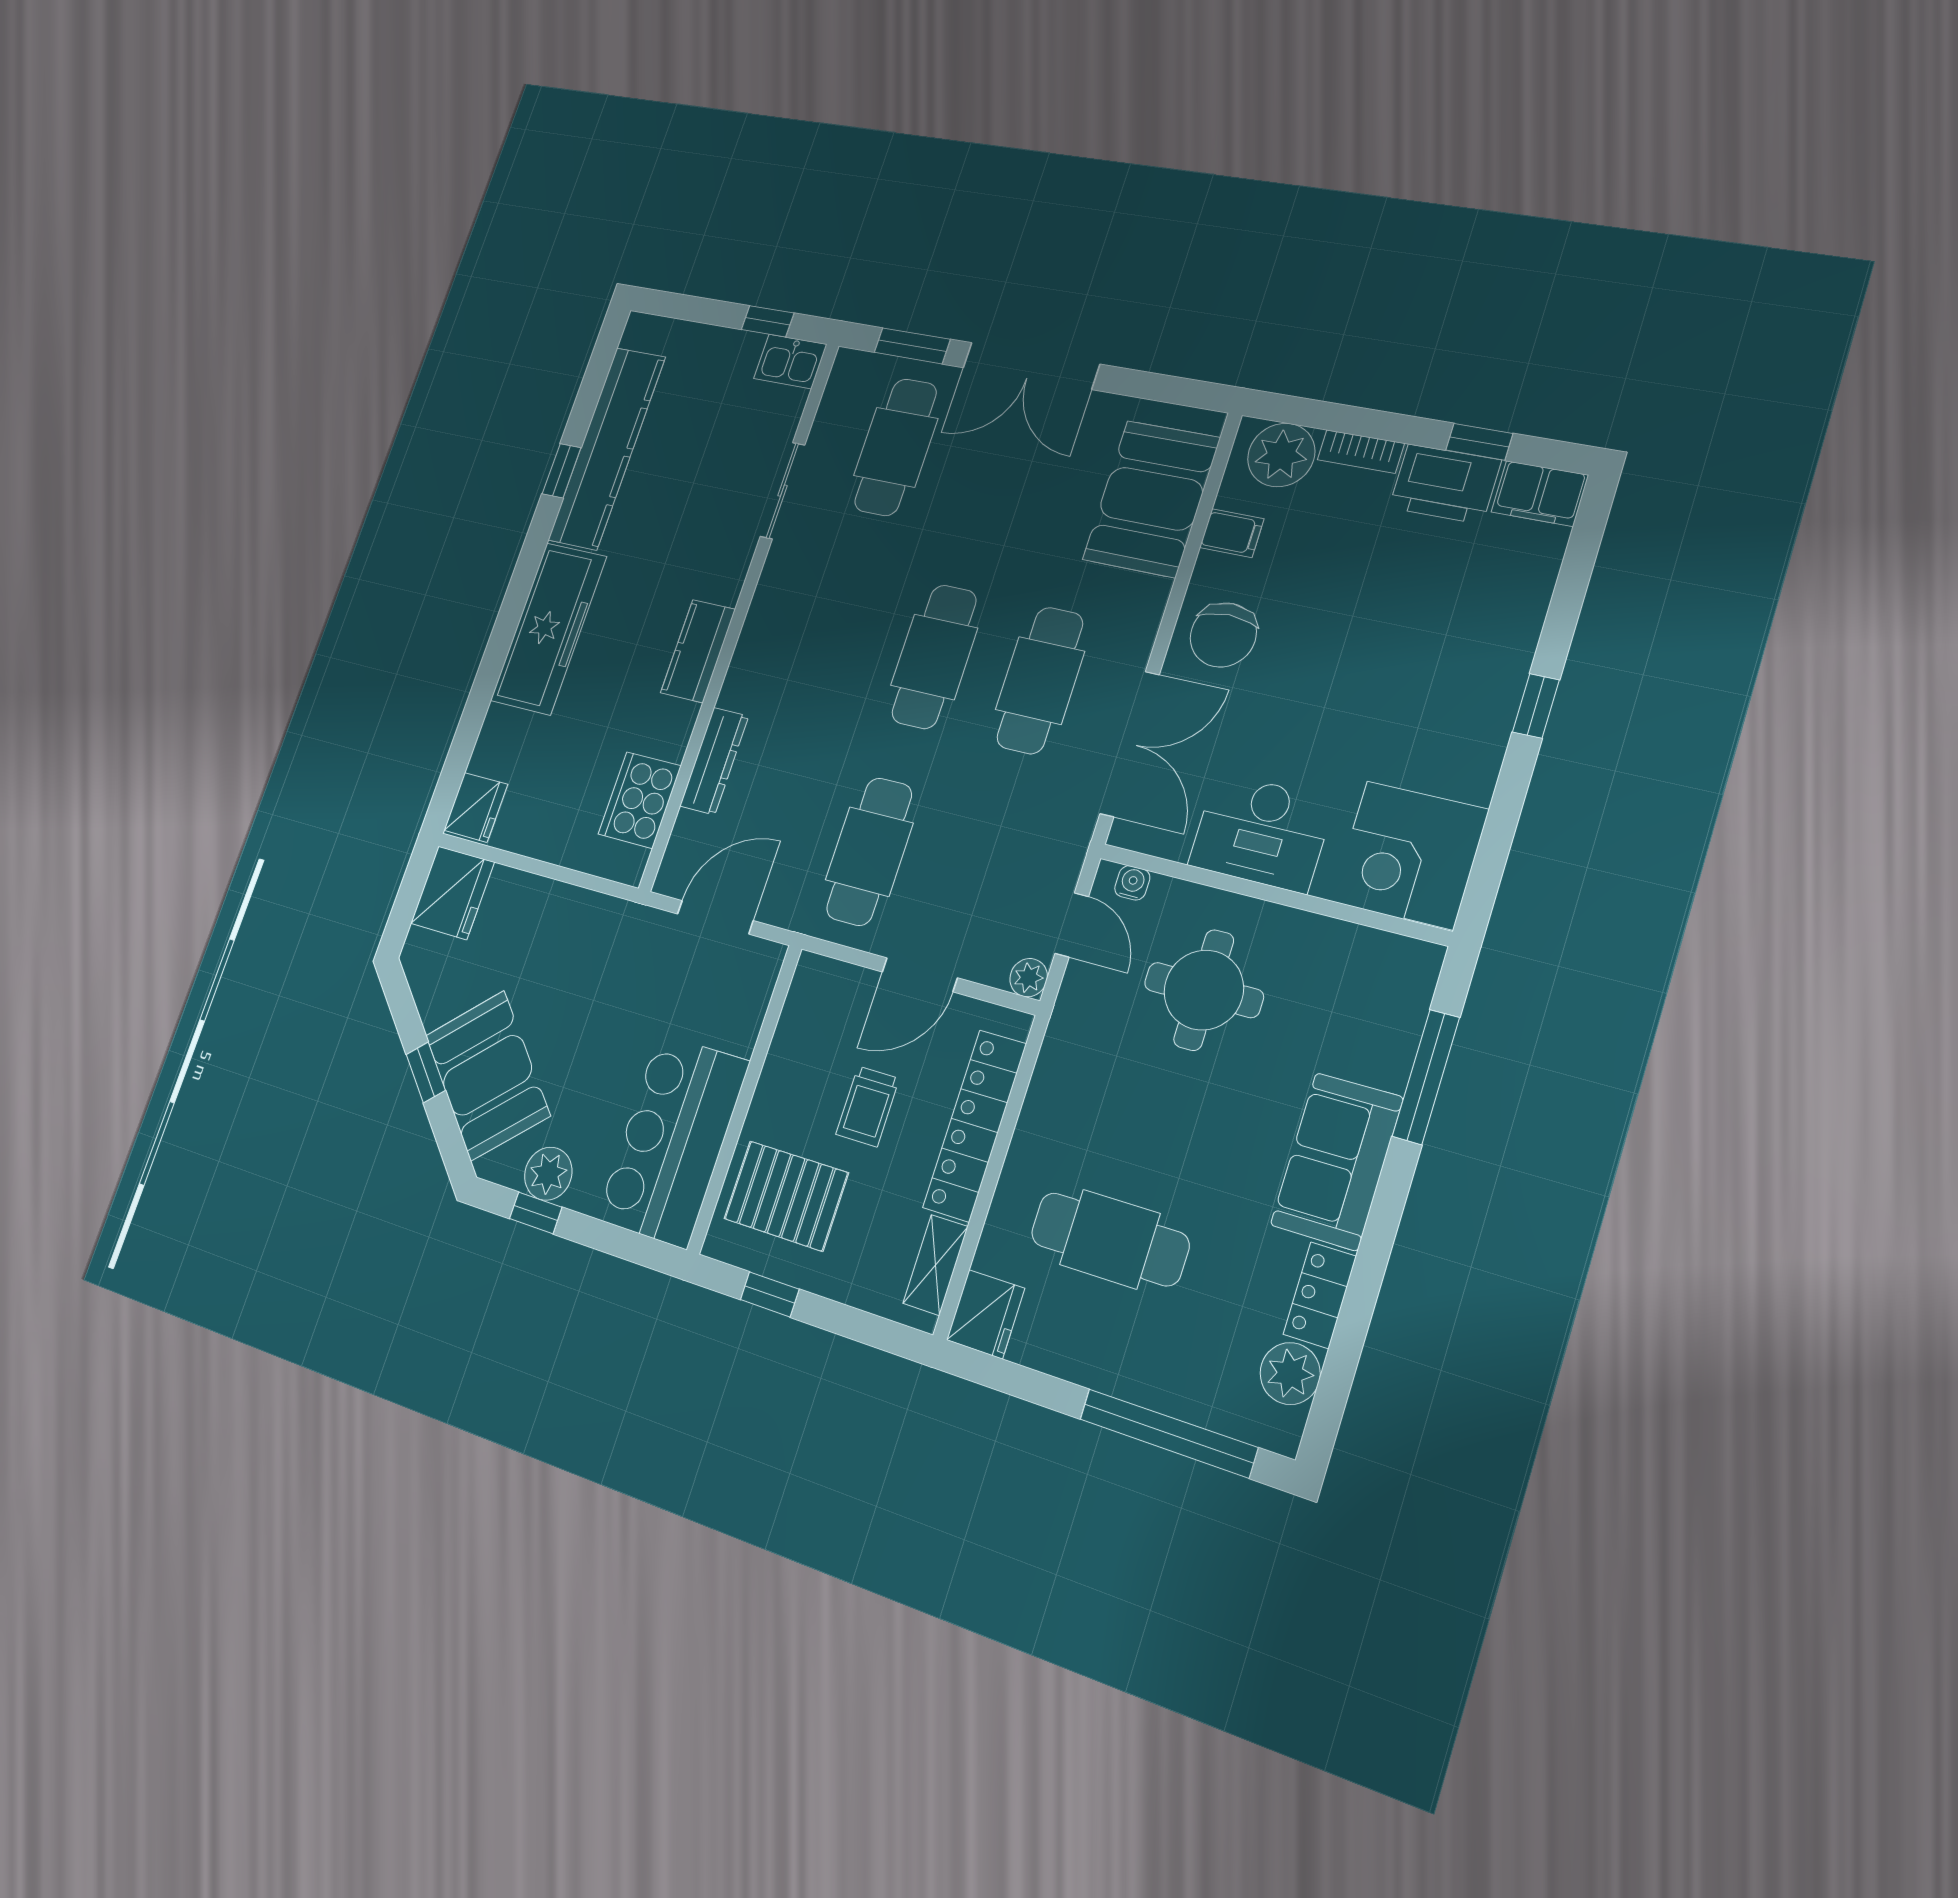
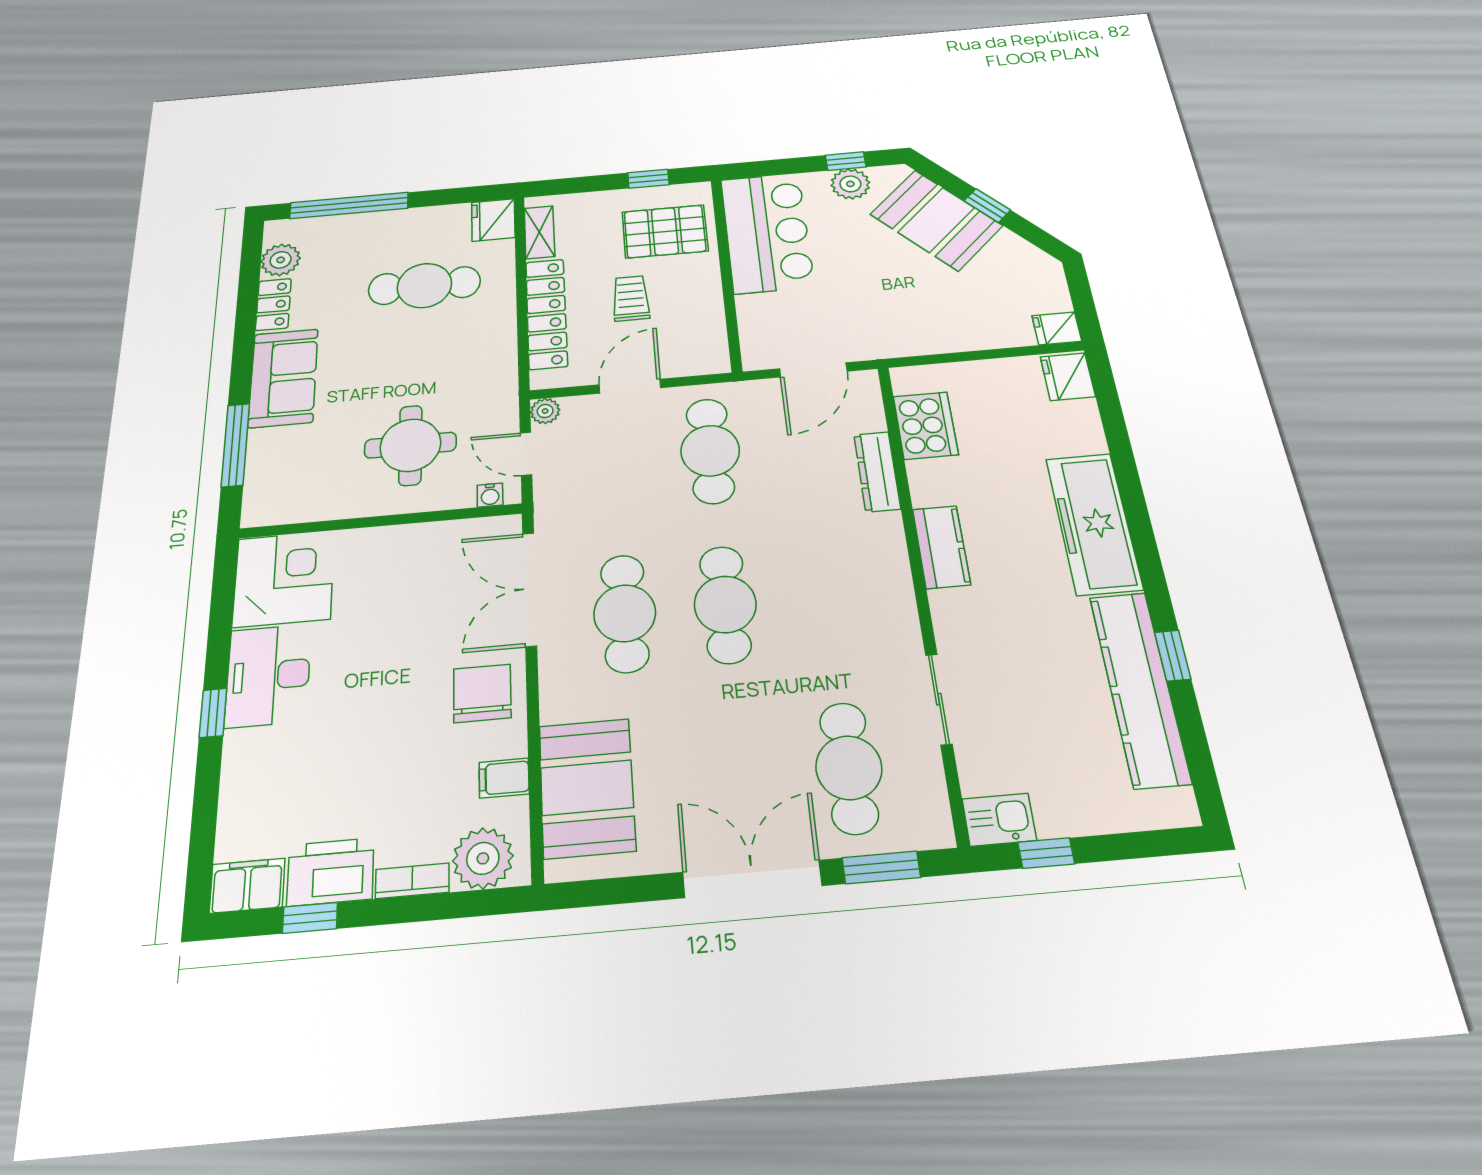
desk: (1261, 832) -> (268, 676), moved, turned -90
fridge: (452, 893) -> (1057, 328), width x0.53, depth x0.75

